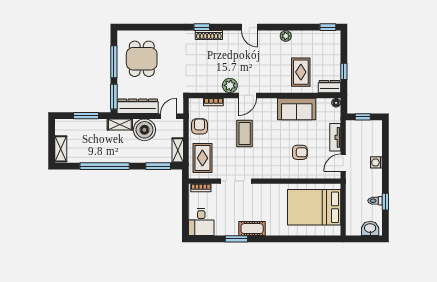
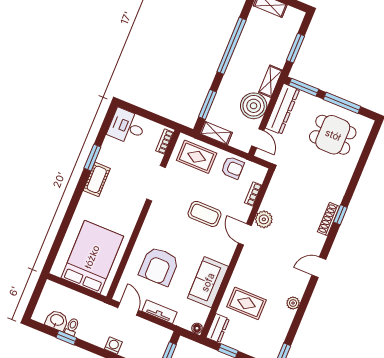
armchair: (300, 152) -> (159, 266), width x1.88, depth x1.88
washbasin: (370, 228) -> (57, 320), moved, turned -90

